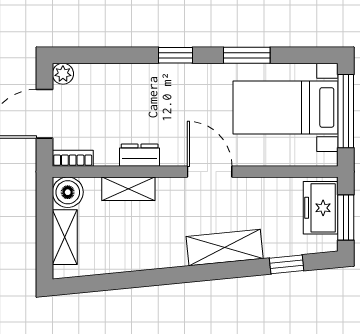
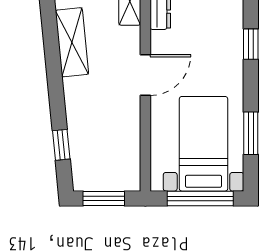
window: (247, 55) -> (251, 133), moved
freezer: (321, 208) -> (113, 176), removed
shelving: (225, 248) -> (72, 42), moved

